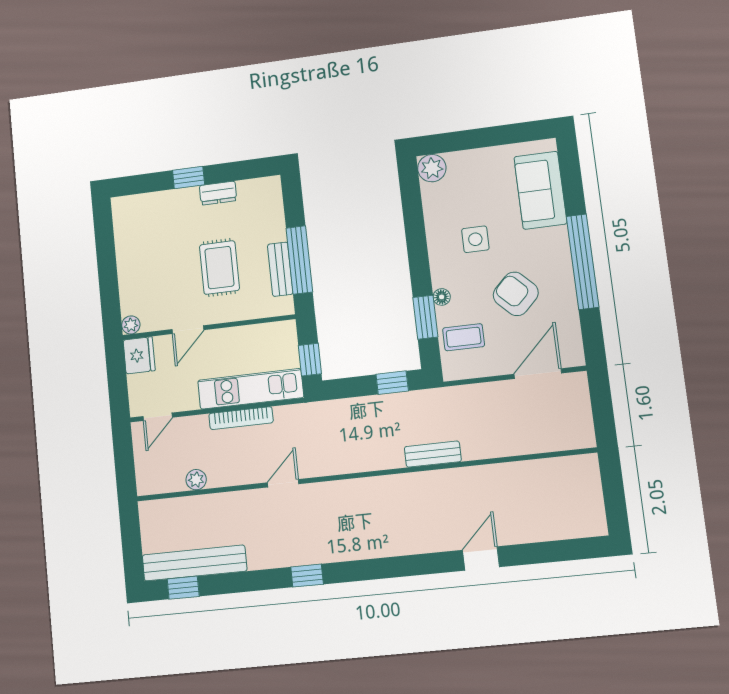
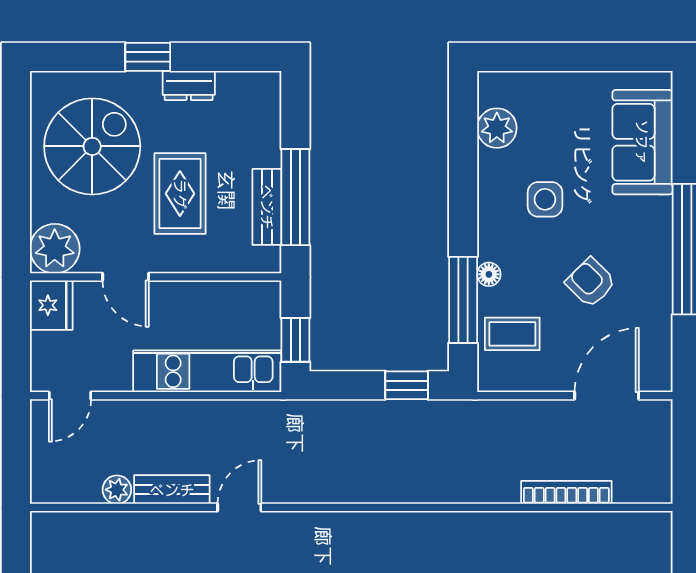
plant: (432, 168) -> (497, 128), moved
spiral stairs: (157, 243) -> (92, 146), added
armchair: (516, 294) -> (591, 282), width x0.72, depth x0.72
window: (425, 317) -> (463, 300), width x1.44
plant: (131, 325) -> (55, 249), width x1.88, depth x1.88
door: (188, 330) -> (126, 277), hinge flipped
bookcase: (241, 418) -> (566, 492), moved, turned 180
bench: (433, 454) -> (172, 490), moved

